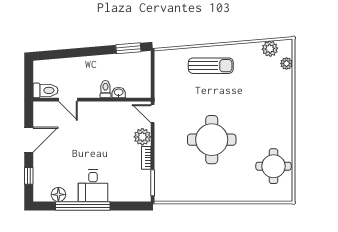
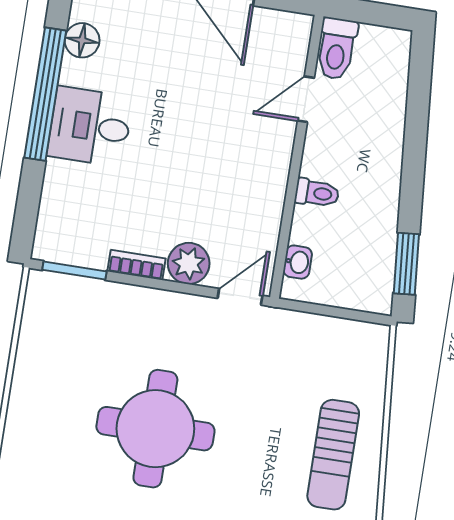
washbasin: (119, 93) -> (298, 262), moved

